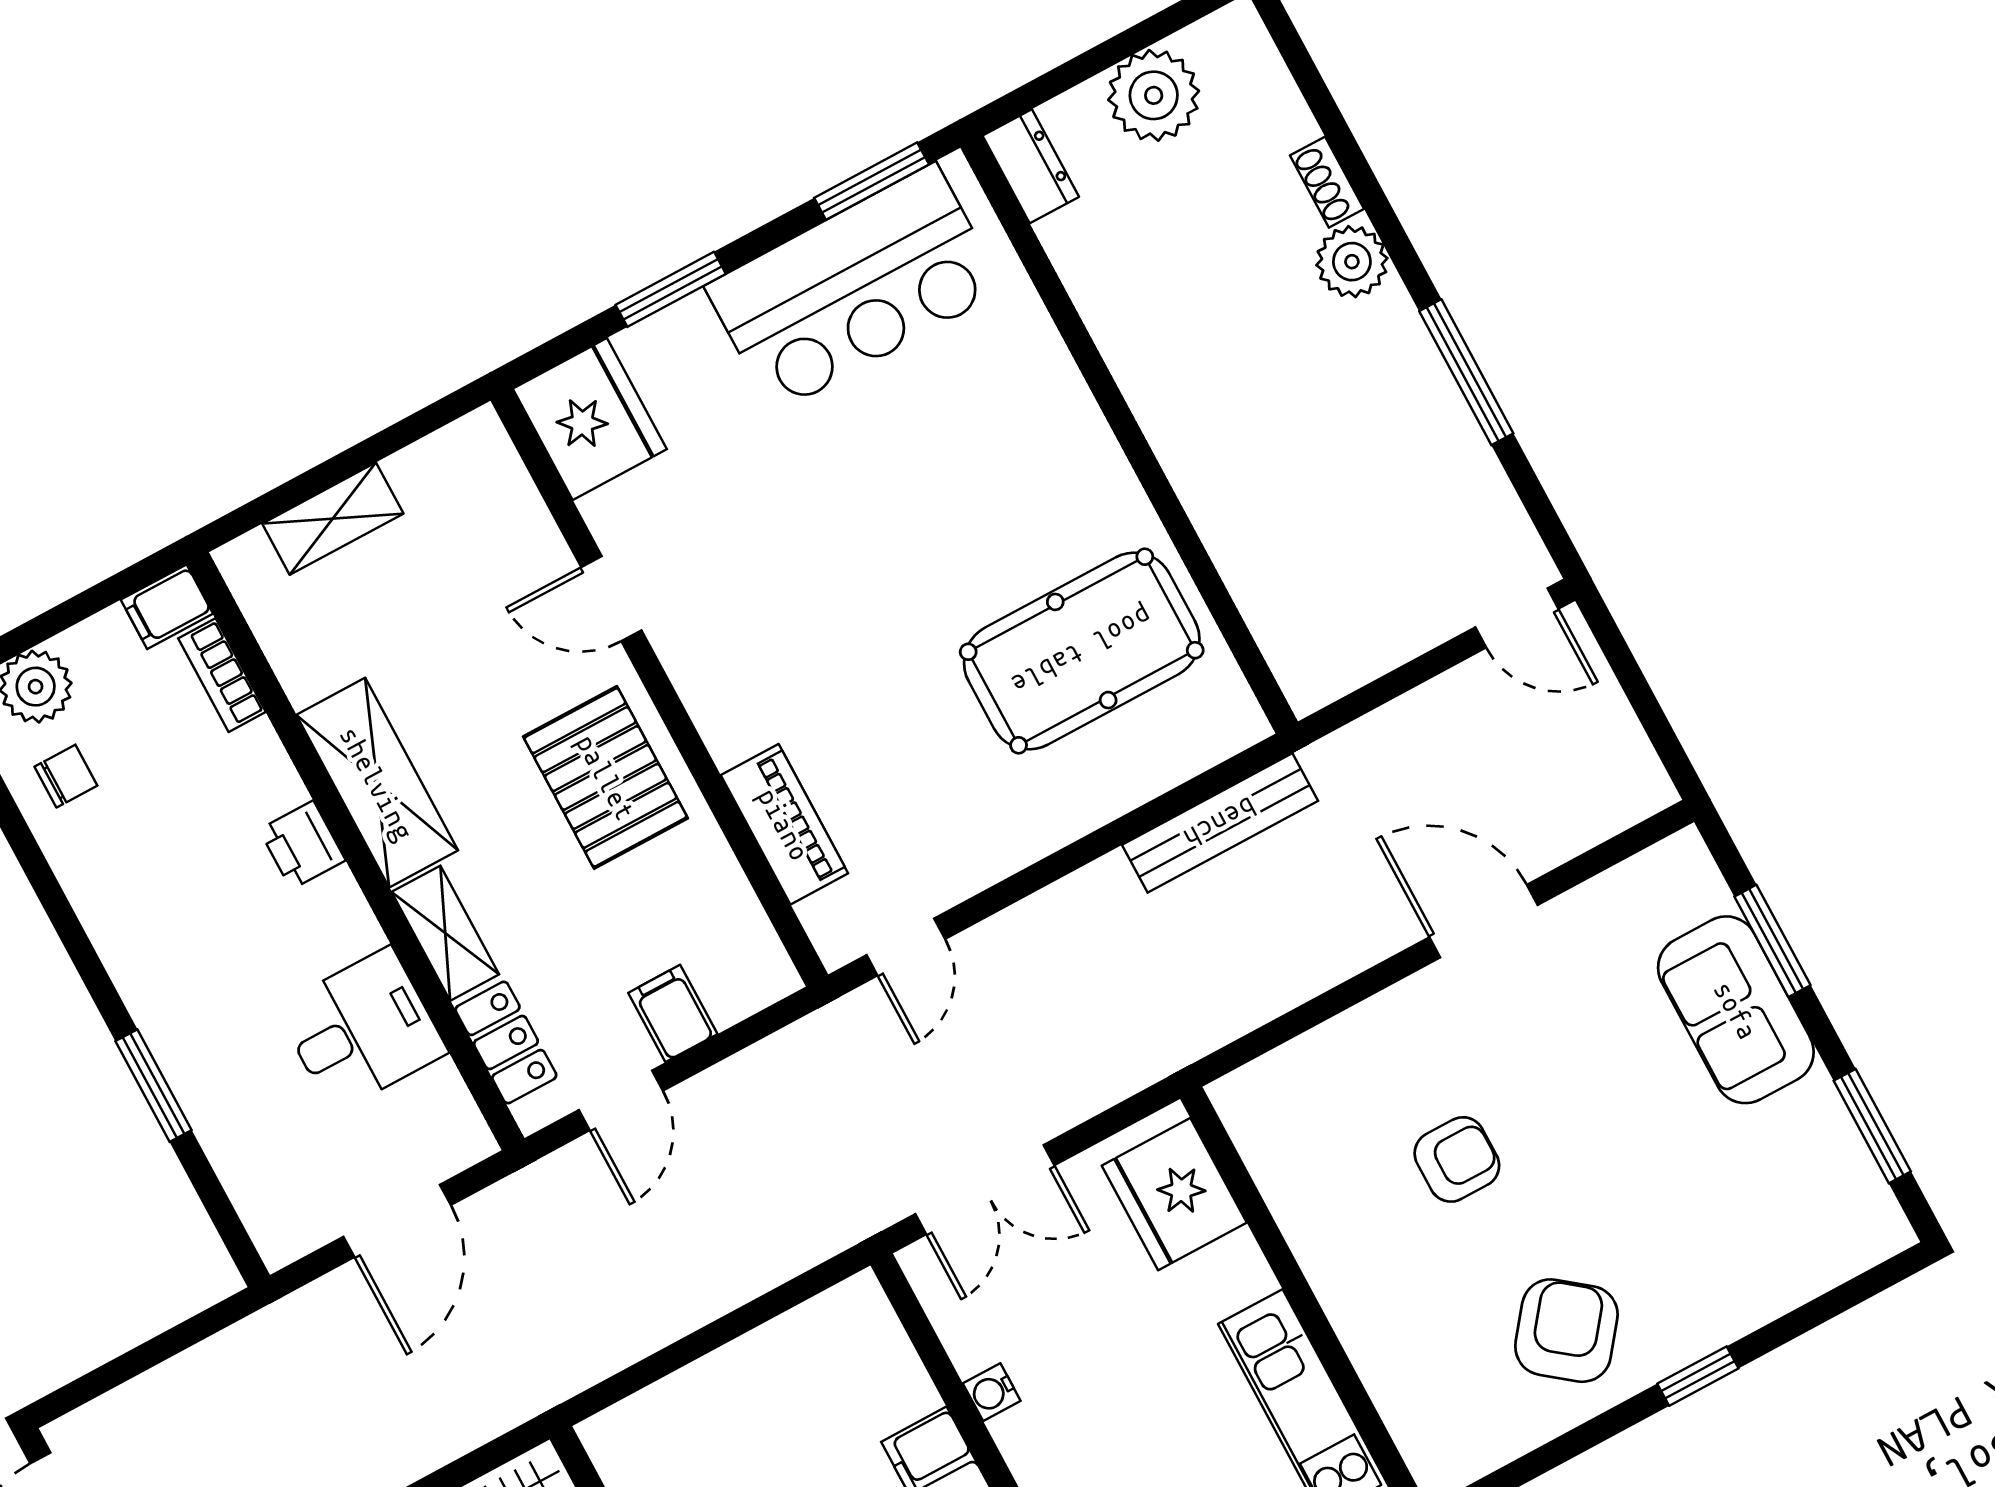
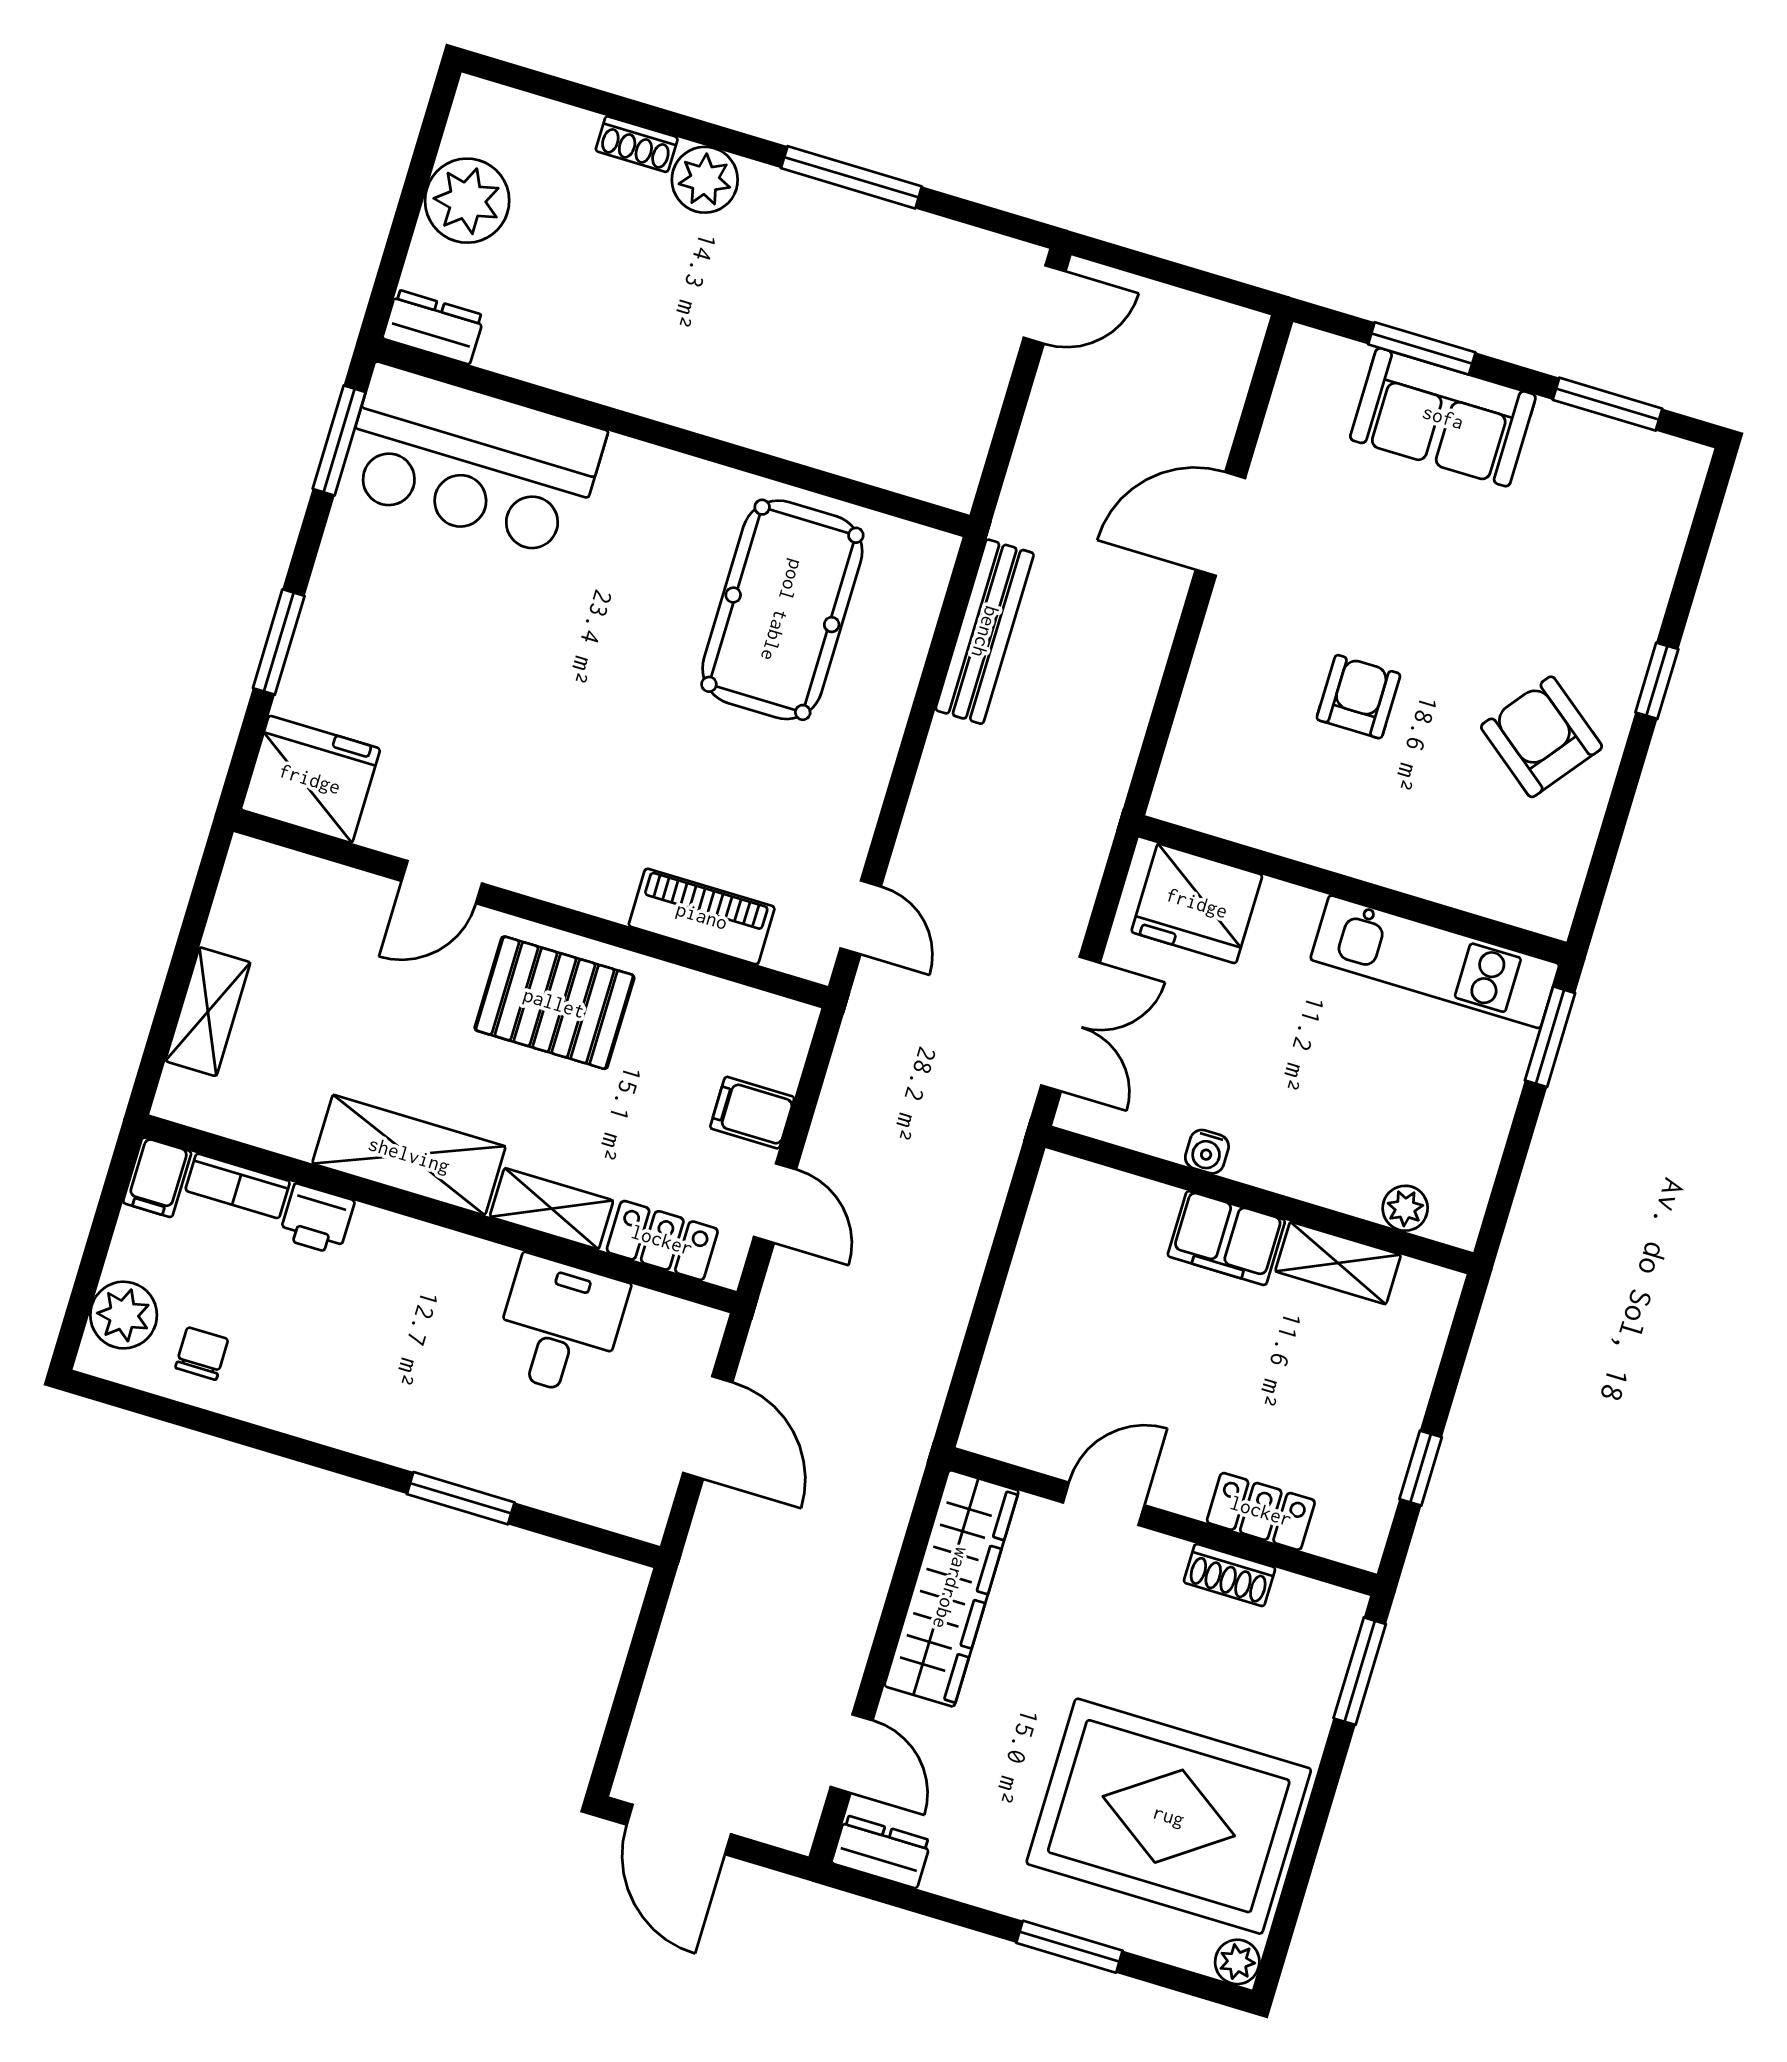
bar counter: (854, 288) -> (472, 461), moved, turned 90
printer: (302, 845) -> (317, 1219), moved

